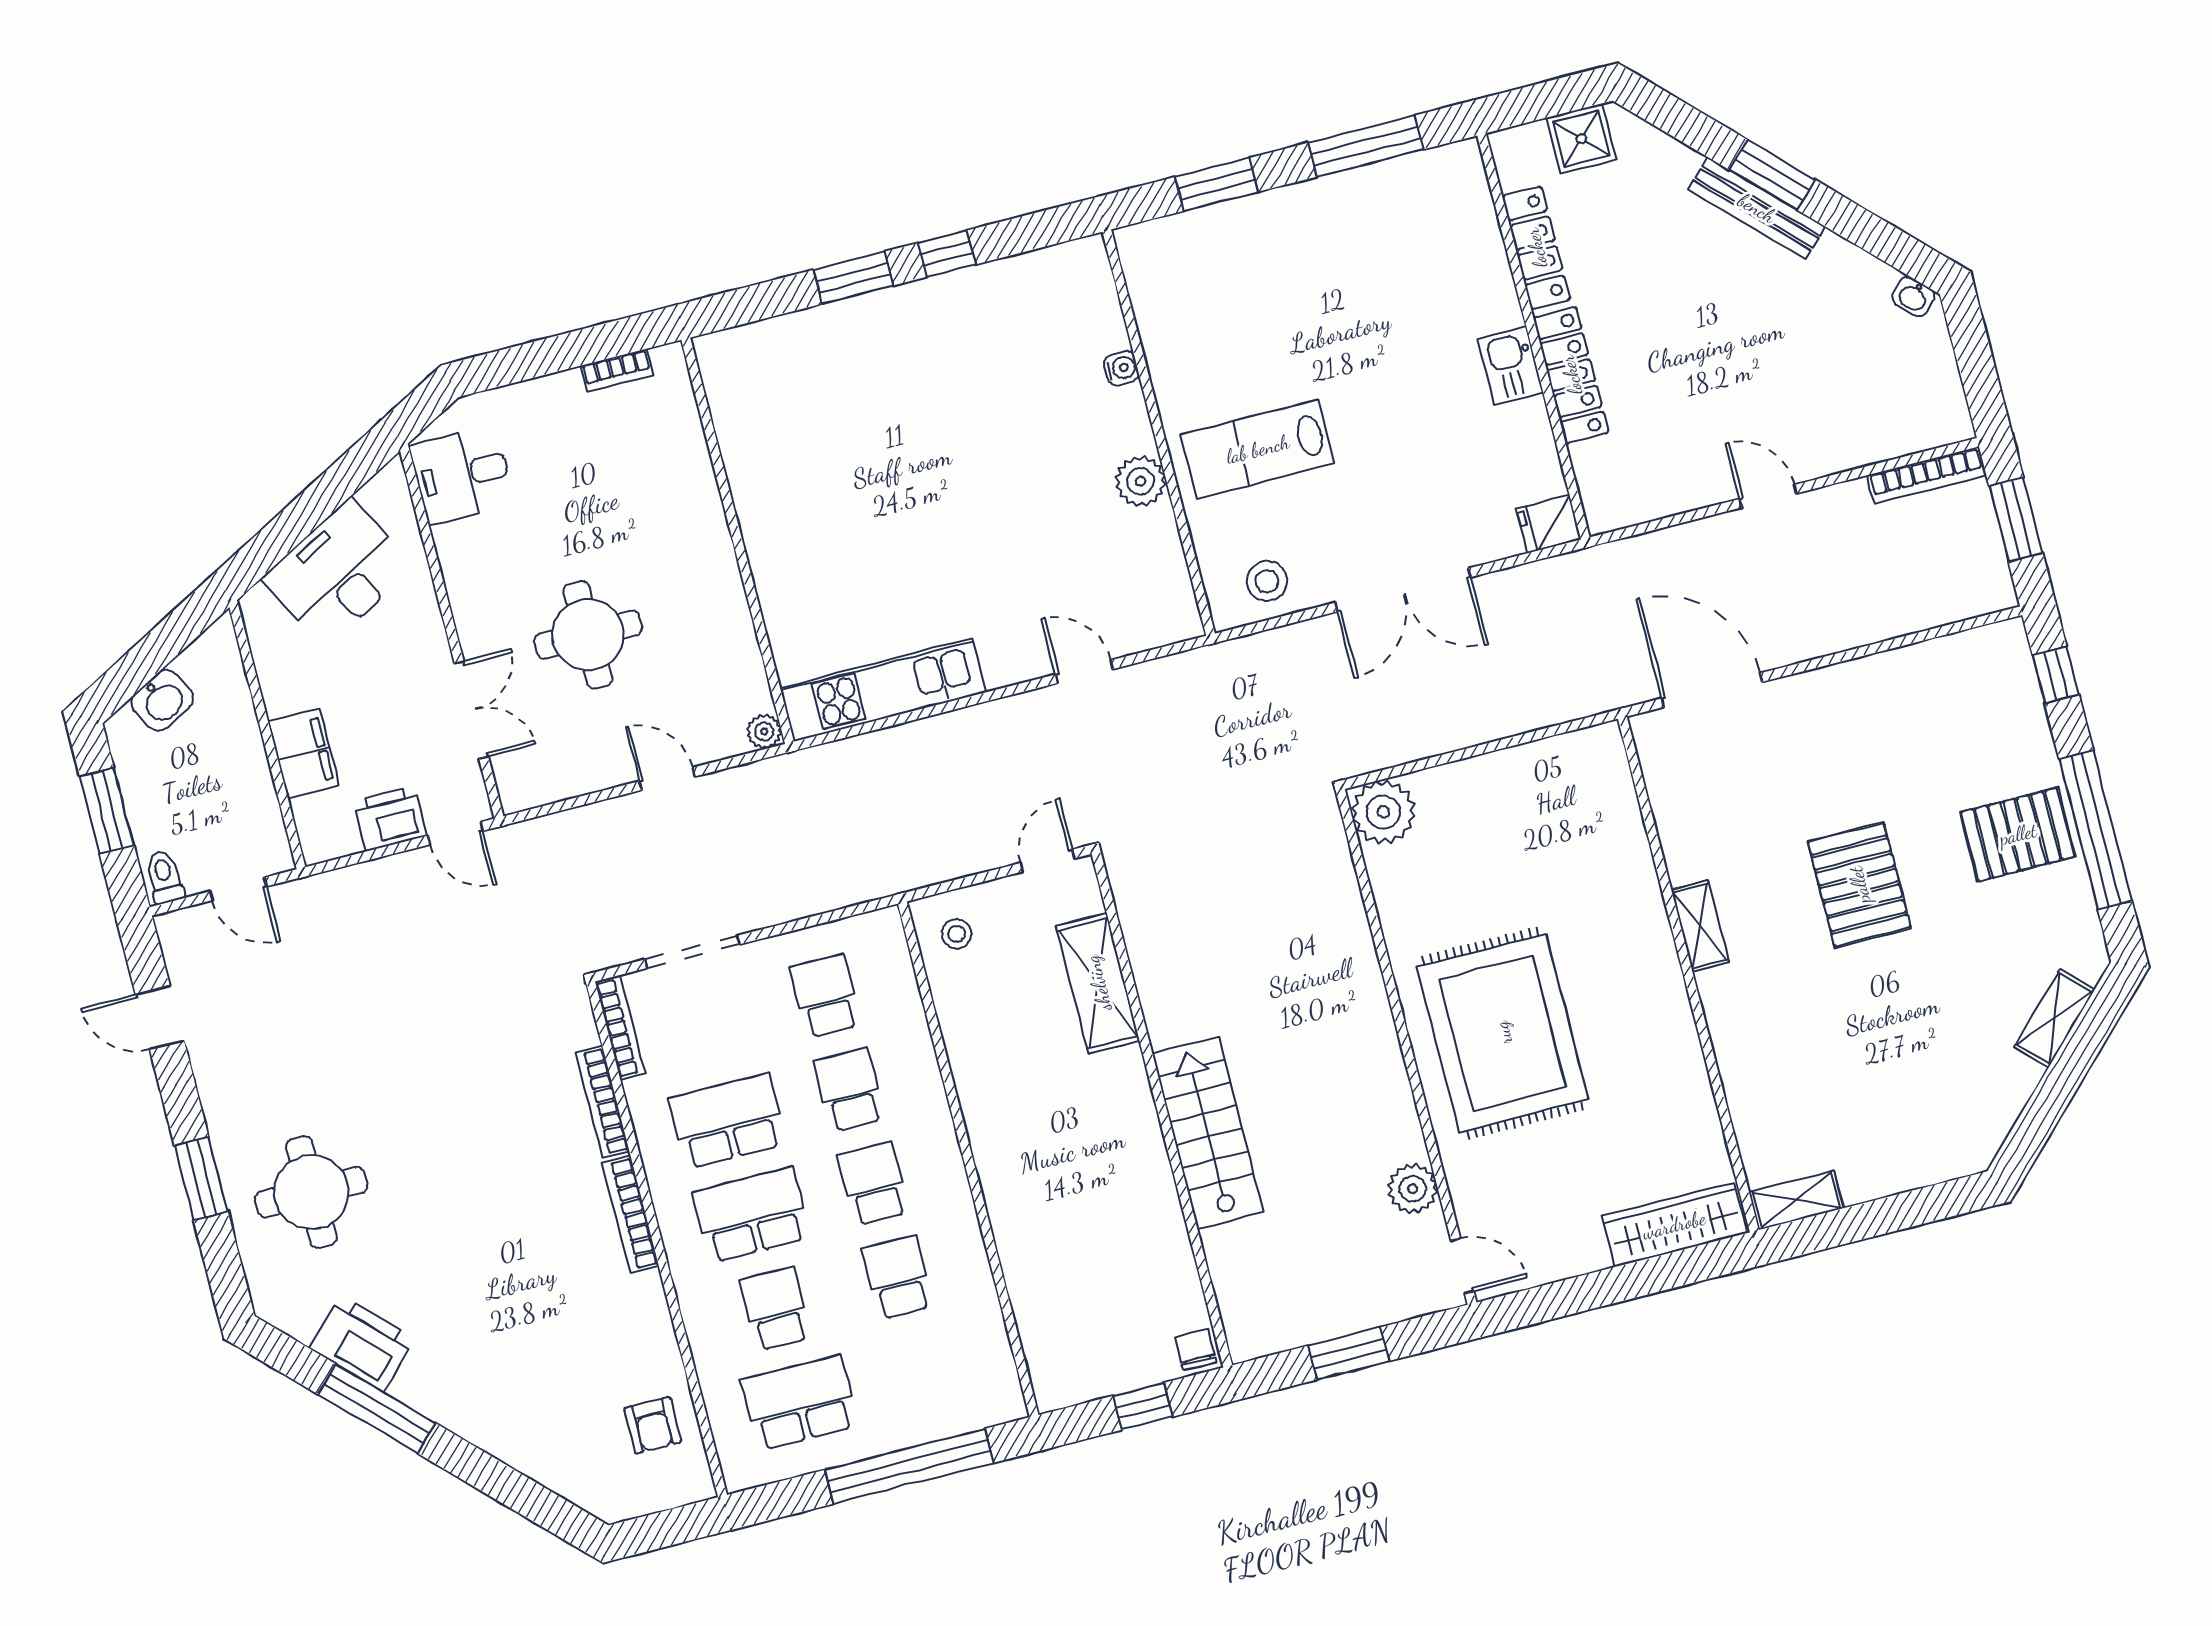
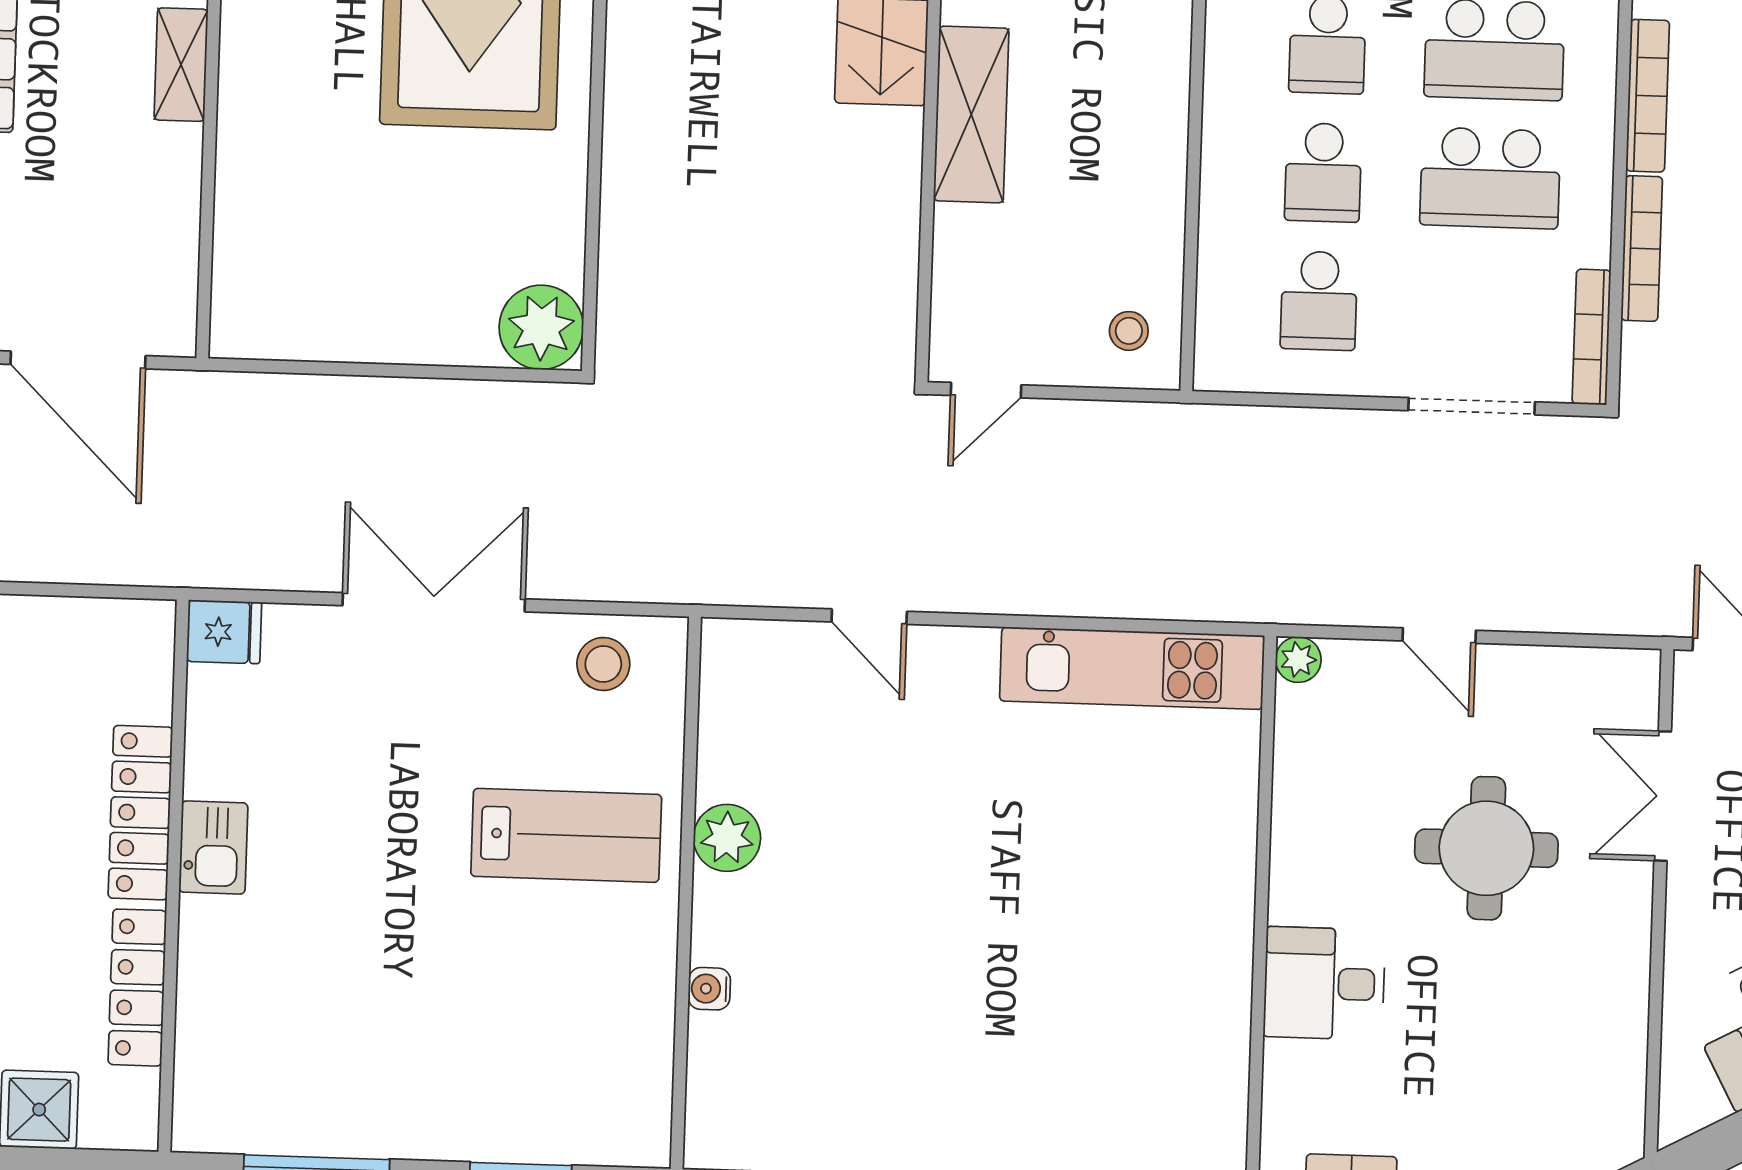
desk: (462, 475) -> (1324, 983), moved, turned 180
shelving: (1098, 983) -> (971, 114), moved

